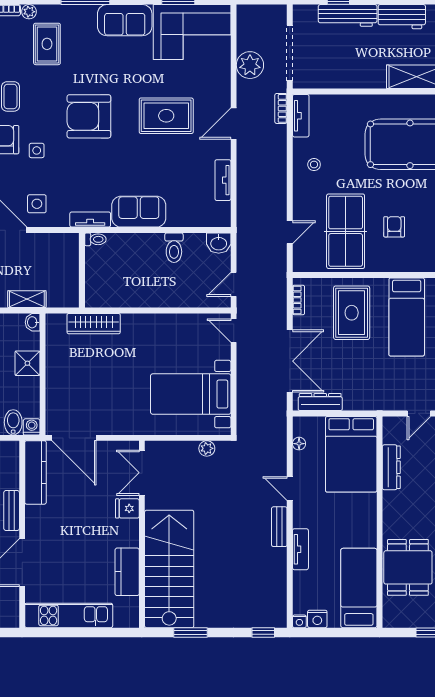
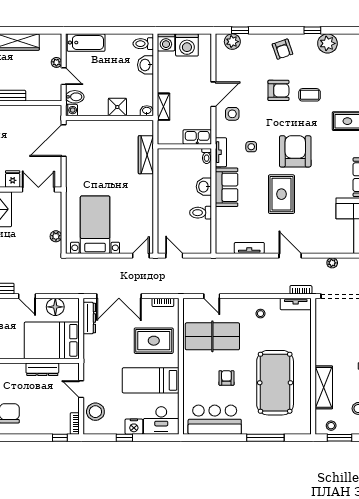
plant: (250, 65) -> (332, 263), width x0.53, depth x0.53
rug: (166, 116) -> (281, 194), moved
side table: (37, 150) -> (251, 147), moved
armchair: (394, 227) -> (226, 378), moved, turned -90
washbasin: (219, 243) -> (204, 187), moved
kitchen sink: (69, 252) -> (197, 137), added
floor lamp: (299, 444) -> (55, 307), width x1.89, depth x1.89
kitchen counter: (35, 472) -> (39, 113), removed
door: (290, 489) -> (27, 296), swing flipped

